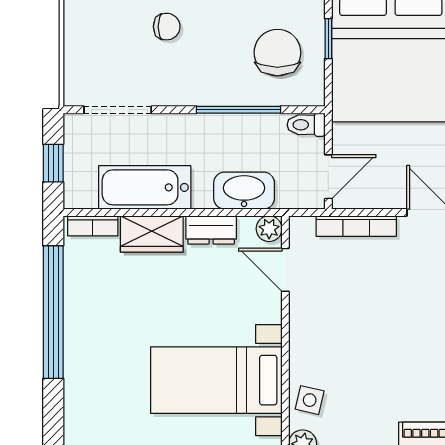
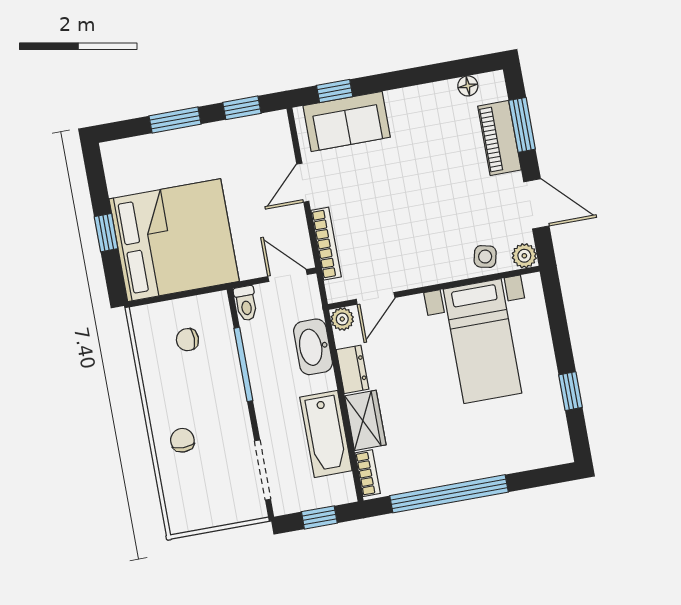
window: (328, 39) -> (167, 297), removed
chair: (277, 53) -> (187, 340), width x0.54, depth x0.54

